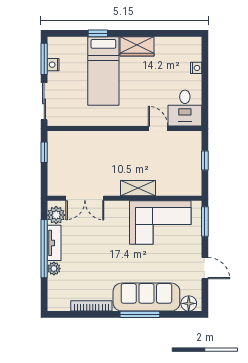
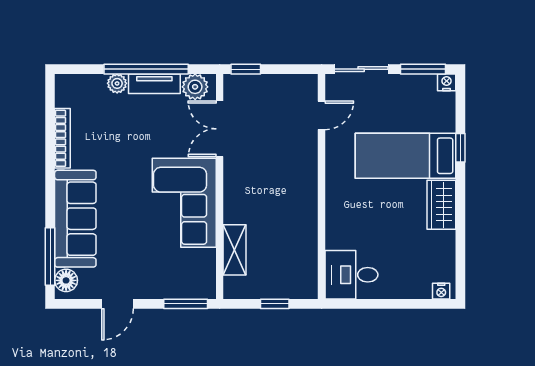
nightstand: (53, 65) -> (447, 82), moved
nightstand: (196, 68) -> (441, 291), moved
door: (158, 128) -> (322, 115), moved
window: (44, 152) -> (246, 69), moved
shelving: (138, 188) -> (234, 250), moved
corner sofa: (160, 223) -> (184, 203), moved
window: (140, 314) -> (50, 256), moved

